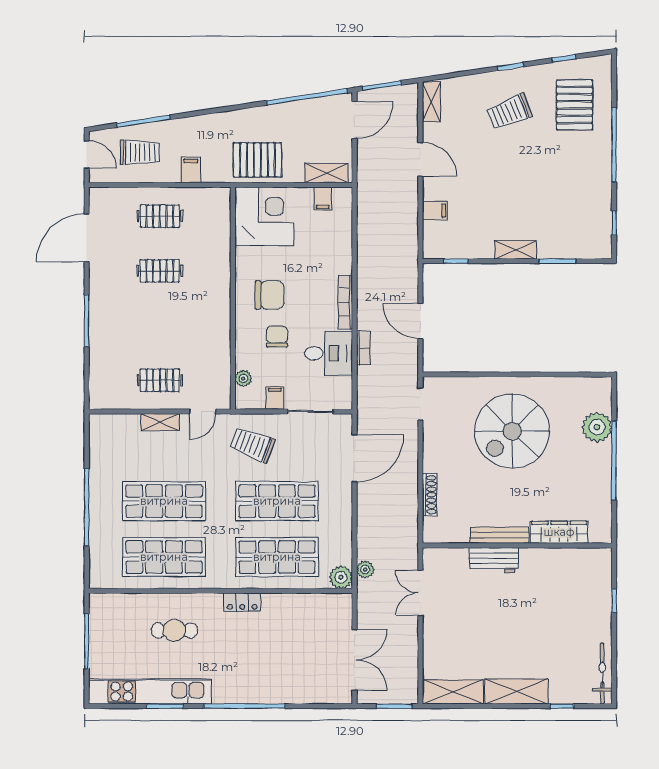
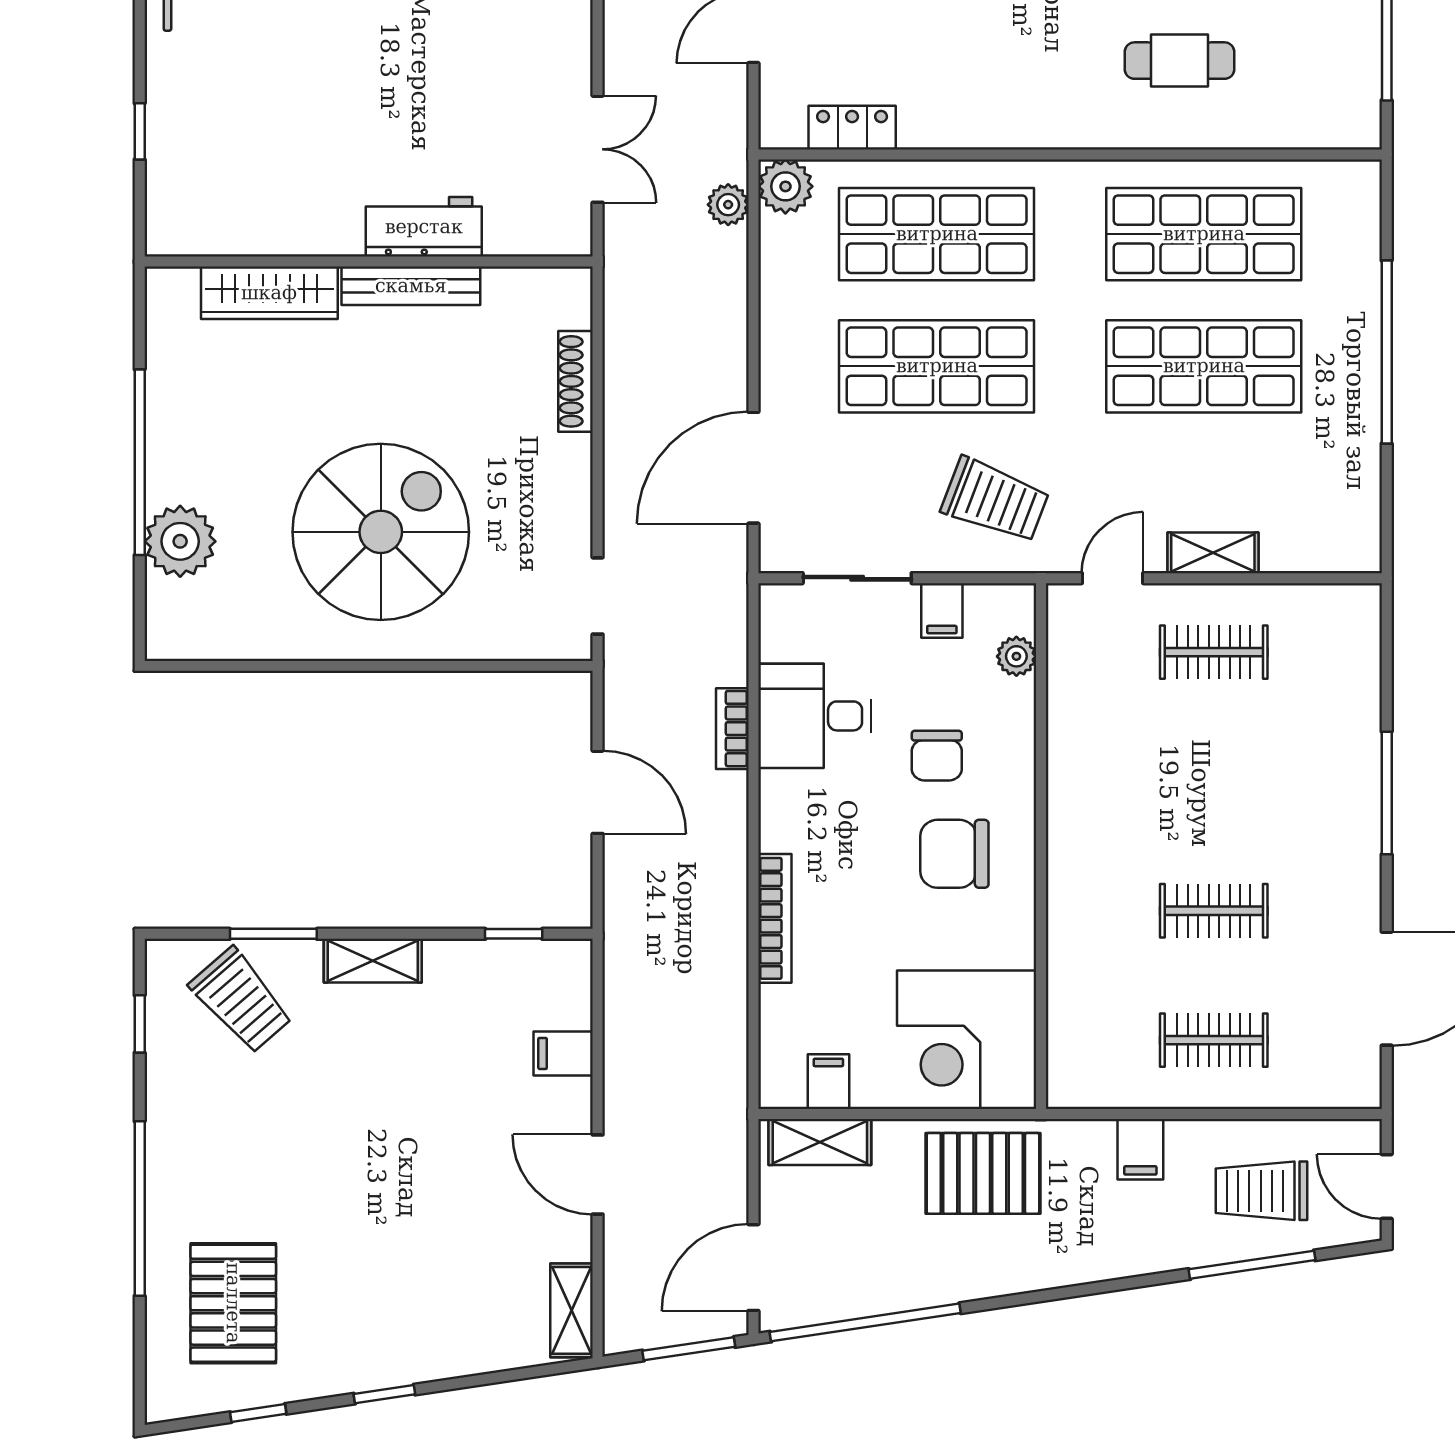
trolley: (509, 112) -> (241, 1000), moved, turned 71
bookcase: (345, 302) -> (775, 918), moved
locker: (242, 602) -> (852, 128), moved

